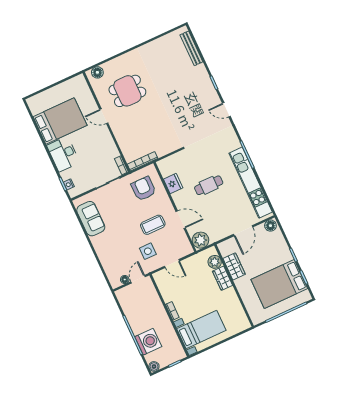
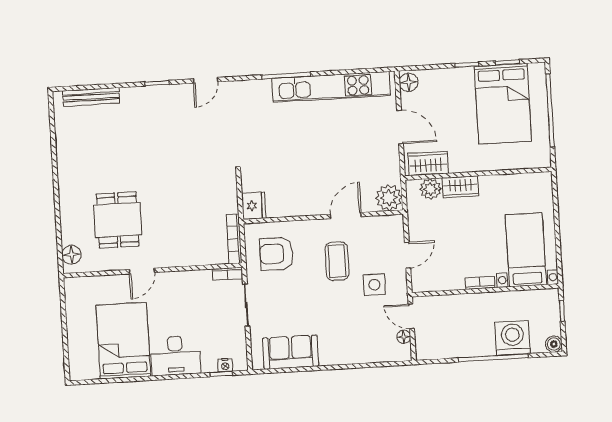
fridge: (173, 184) -> (254, 206), moved, turned 90
cafe table: (209, 185) -> (310, 152), removed
wardrobe: (234, 266) -> (428, 163), moved

